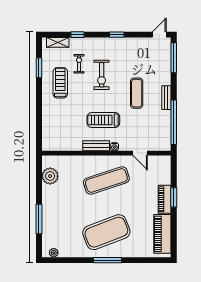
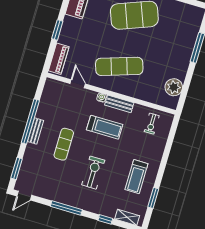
window: (117, 35) -> (66, 208), width x2.17
window: (174, 58) -> (17, 168), width x0.69
exercise bike: (79, 64) -> (152, 124), moved
window: (174, 122) -> (30, 122), moved
piano: (165, 199) -> (59, 59), moved
plant: (54, 253) -> (193, 10), removed

